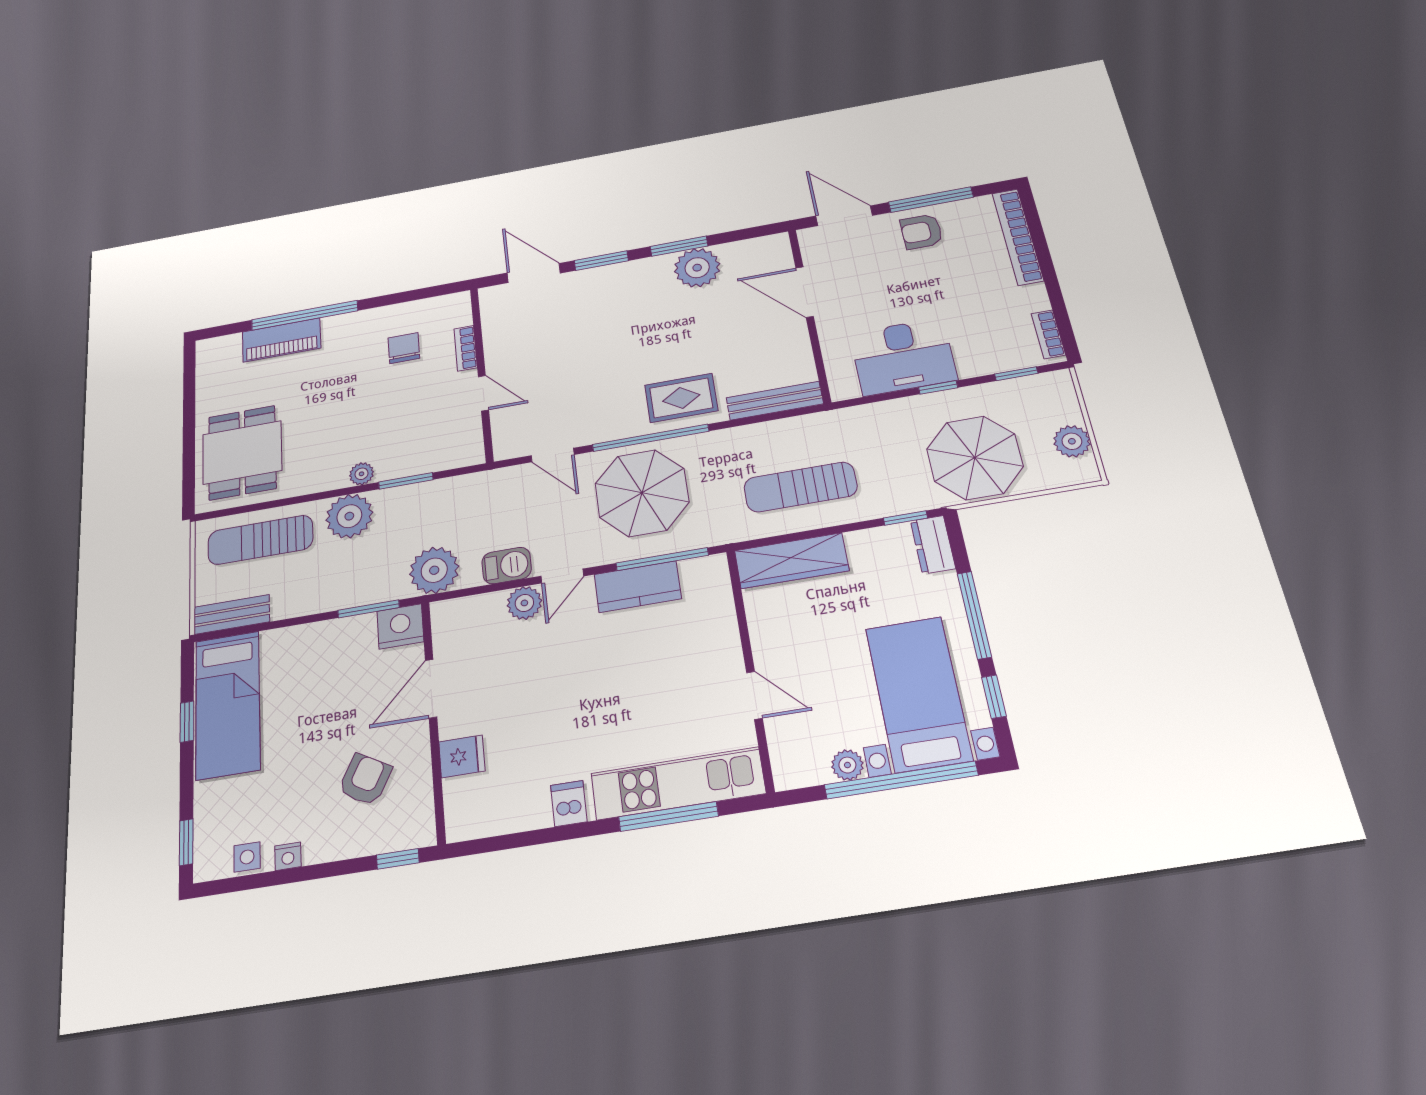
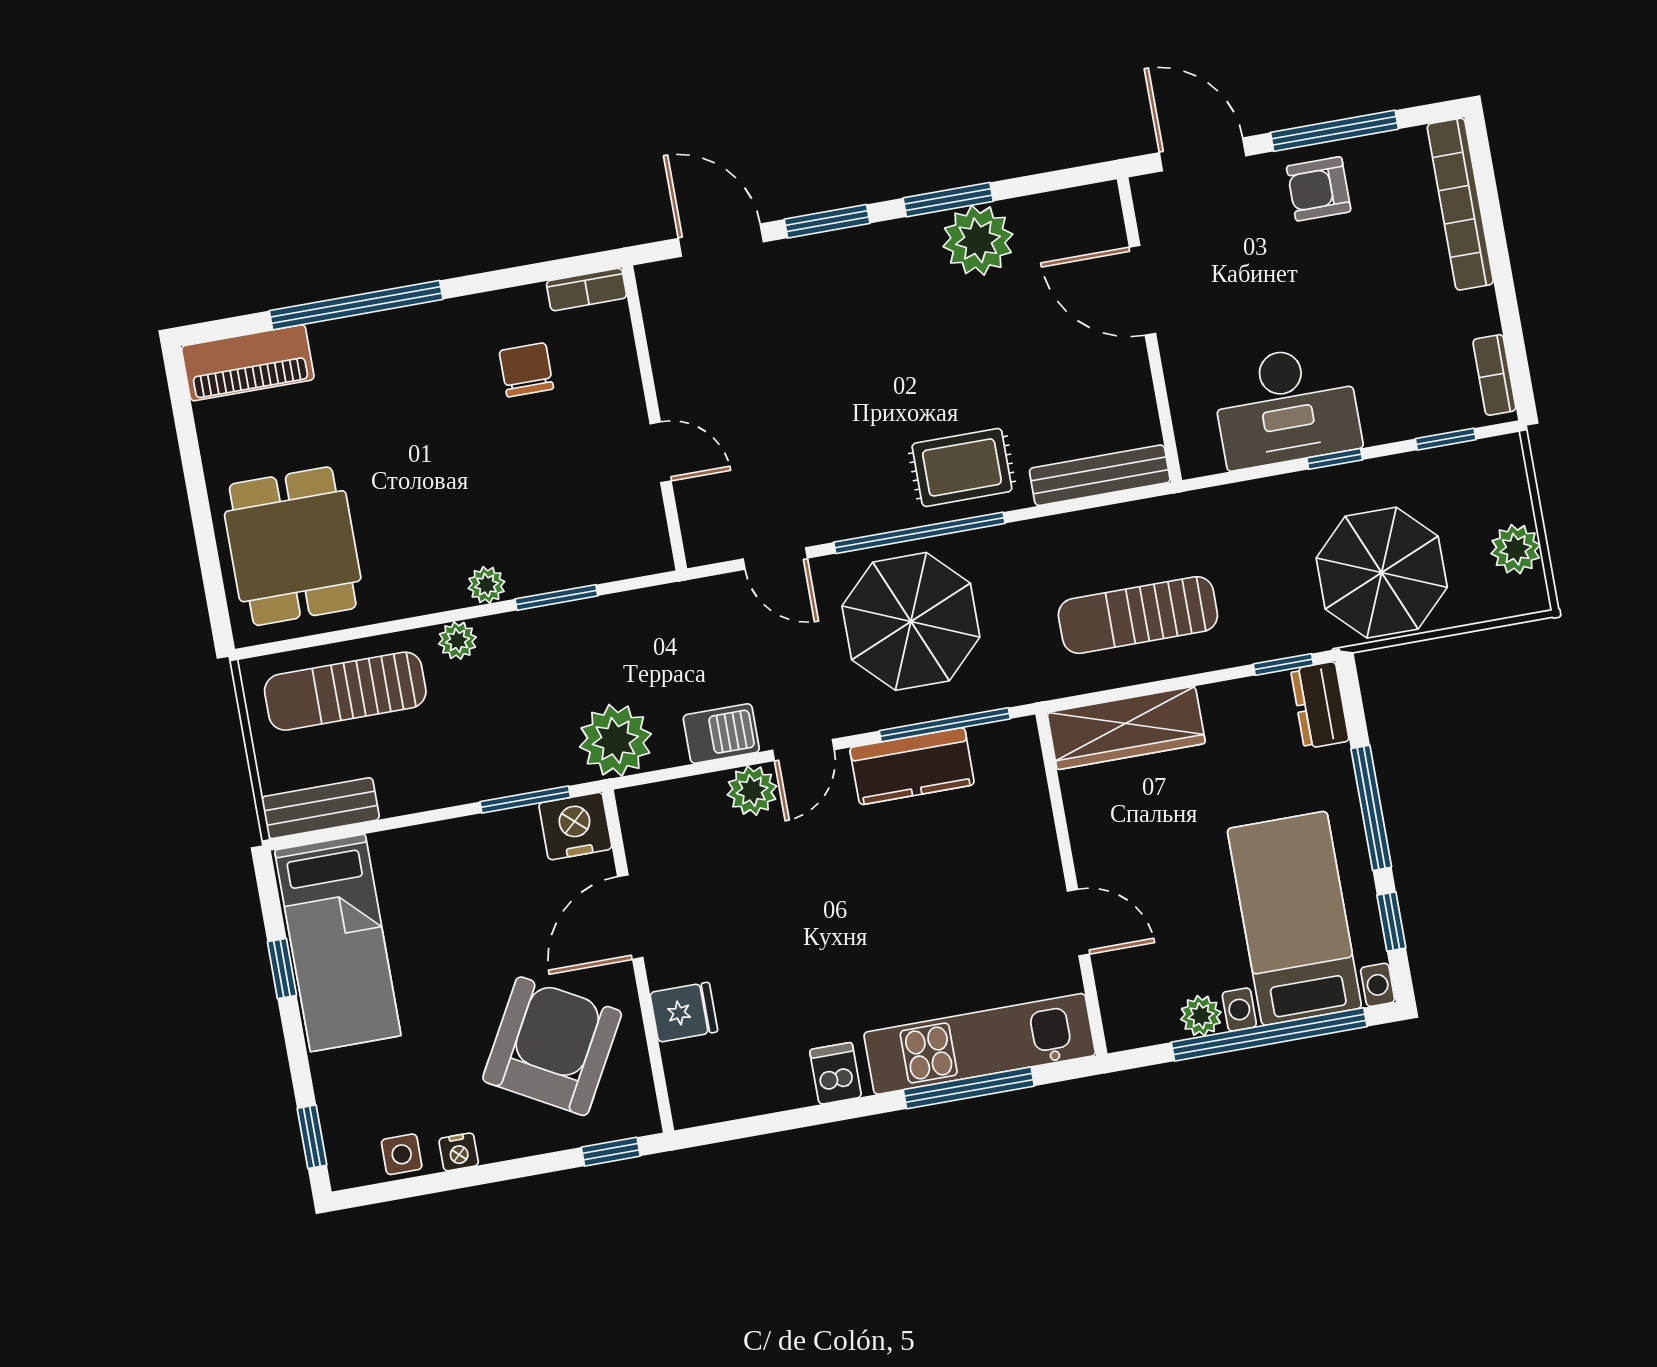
piano: (281, 340) -> (248, 363), moved
bookcase: (466, 348) -> (587, 289), moved, turned -90
plant: (349, 516) -> (457, 640), width x0.53, depth x0.53
armchair: (365, 779) -> (552, 1046), width x1.88, depth x1.88

